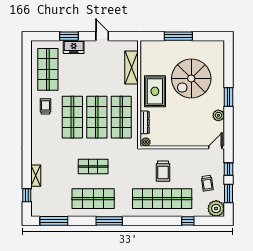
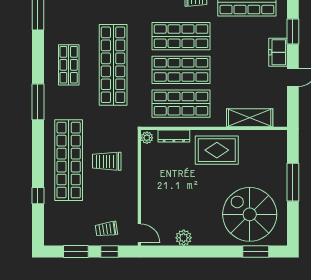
freezer: (74, 47) -> (278, 52), moved
spiral stairs: (191, 78) -> (250, 214), moved
window: (228, 97) -> (256, 251), moved
shop shelf: (93, 167) -> (113, 65), width x2.00, depth x1.36
trolley: (207, 183) -> (106, 229), moved
shop shelf: (93, 199) -> (69, 65), width x0.70, depth x0.74
plant: (216, 208) -> (55, 234), removed
window: (109, 221) -> (38, 102), moved

